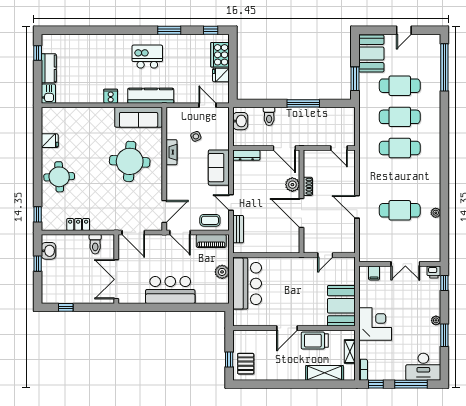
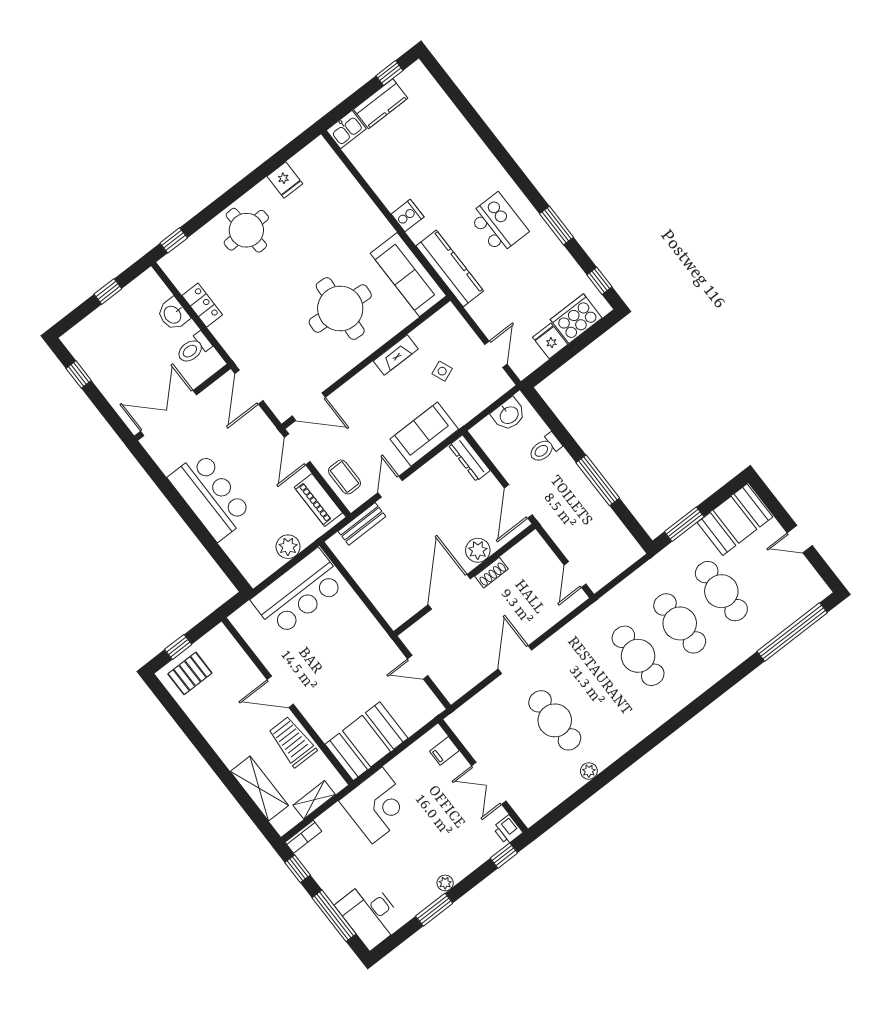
washbasin: (49, 251) -> (173, 314), moved, turned 90

